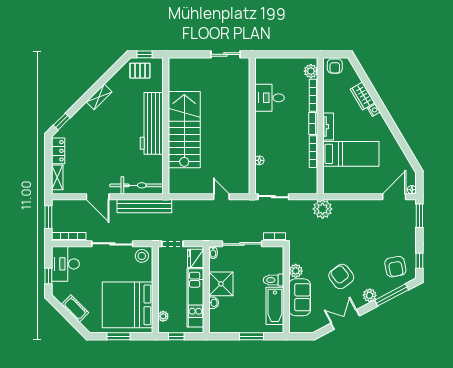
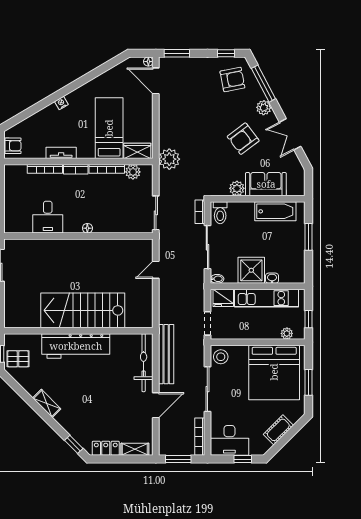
pallet: (140, 71) -> (18, 359), turned 90
plant: (311, 71) -> (133, 172), moved
wardrobe: (363, 96) -> (137, 151), moved, turned -149
tv unit: (328, 127) -> (61, 153), moved
floor lamp: (259, 160) -> (87, 228), moved
toilet: (274, 280) -> (220, 213), moved

